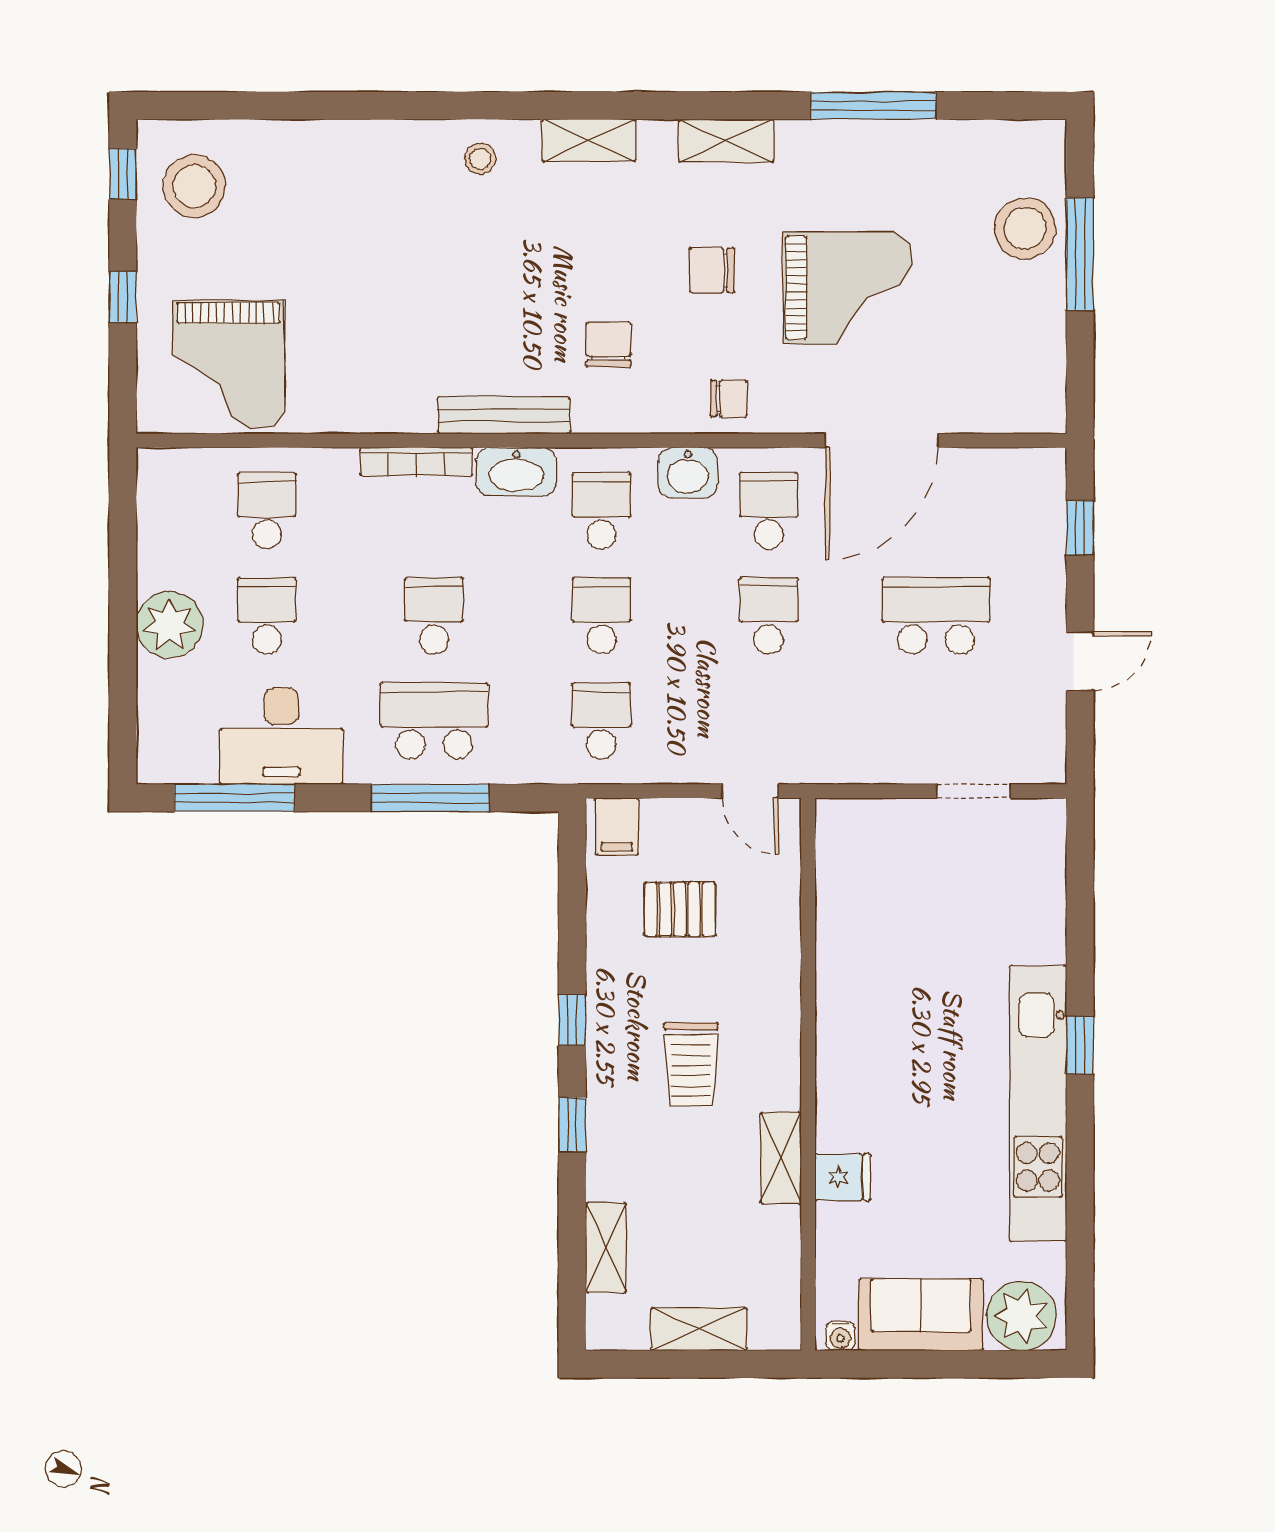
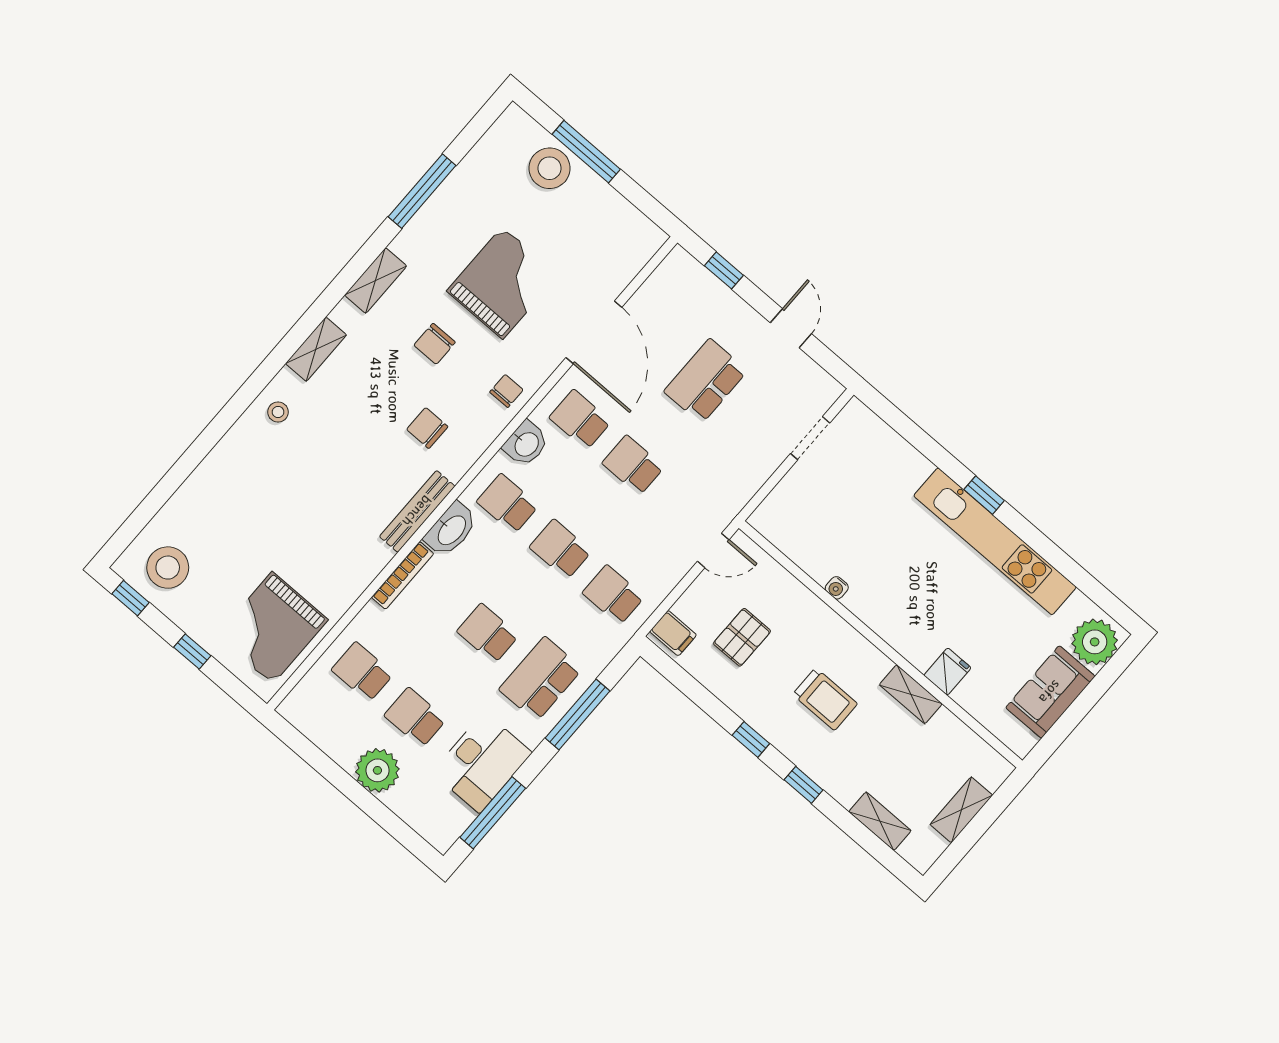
grand piano: (229, 365) -> (272, 628), turned 90
water cooler: (840, 1336) -> (837, 588), moved, turned 90

